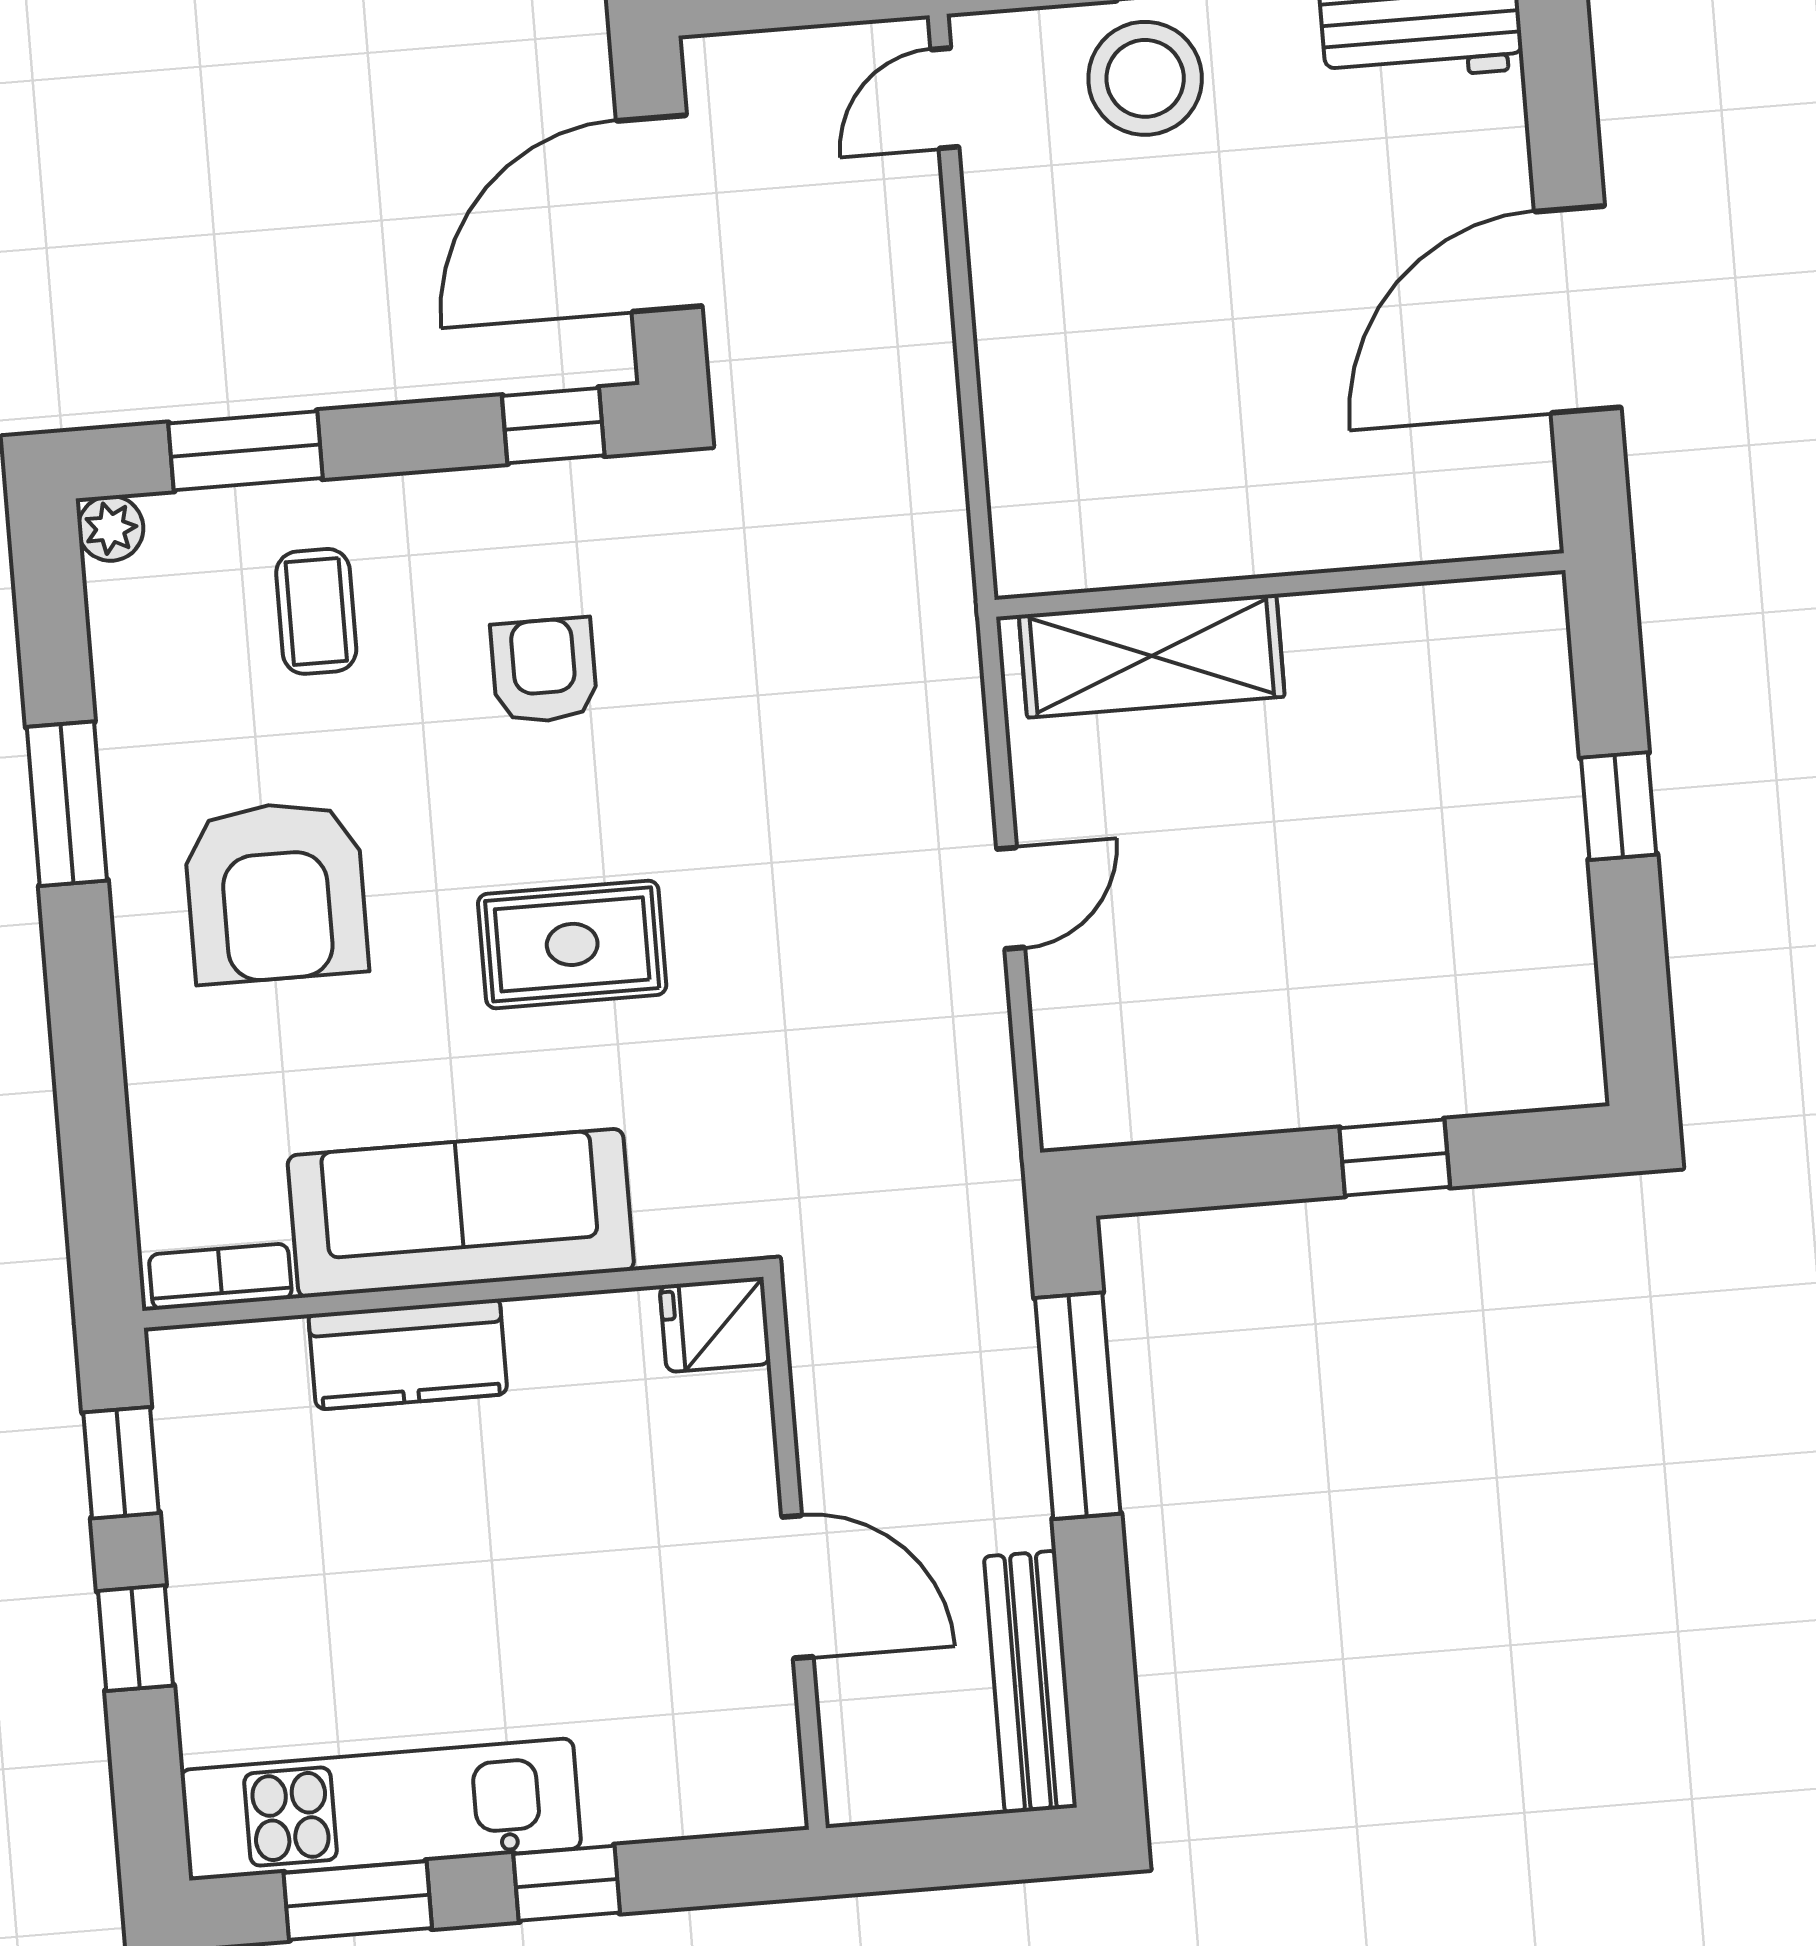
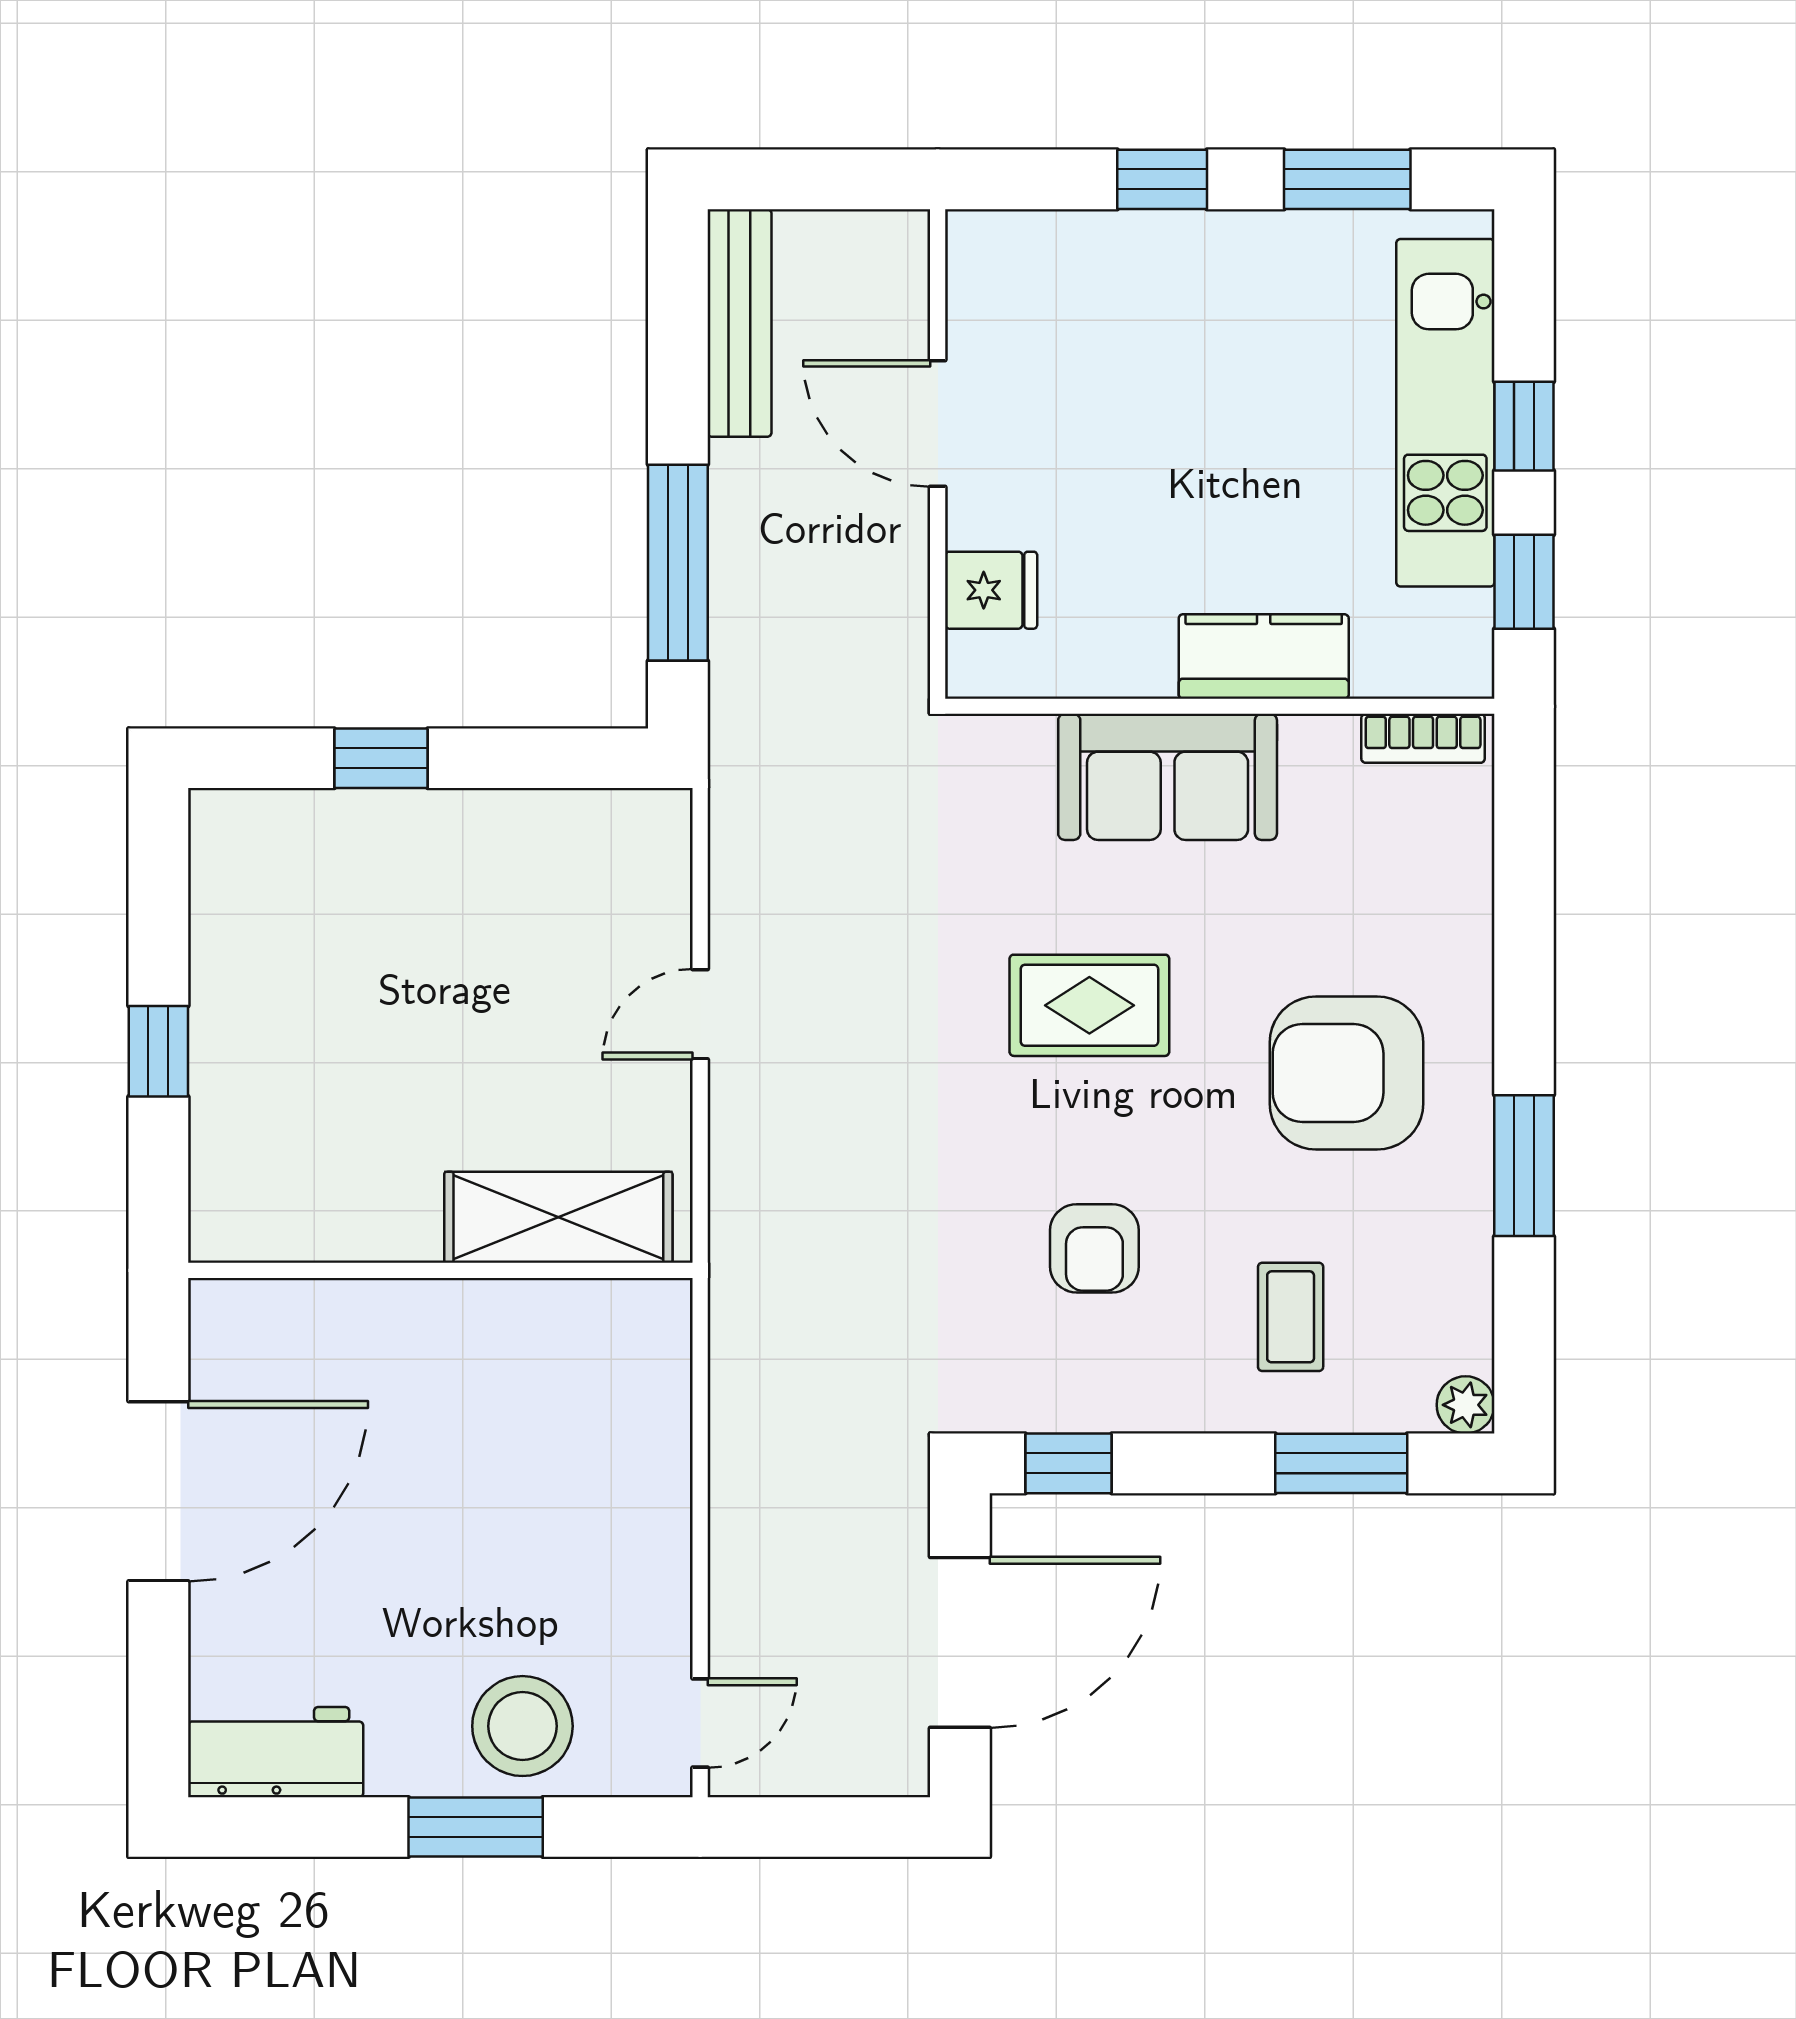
armchair: (276, 892) -> (1346, 1073), turned -90
sofa: (461, 1213) -> (1168, 777), width x0.73
fridge: (715, 1325) -> (991, 590), moved
kitchen unit: (381, 1809) -> (1445, 413), moved, turned 90

